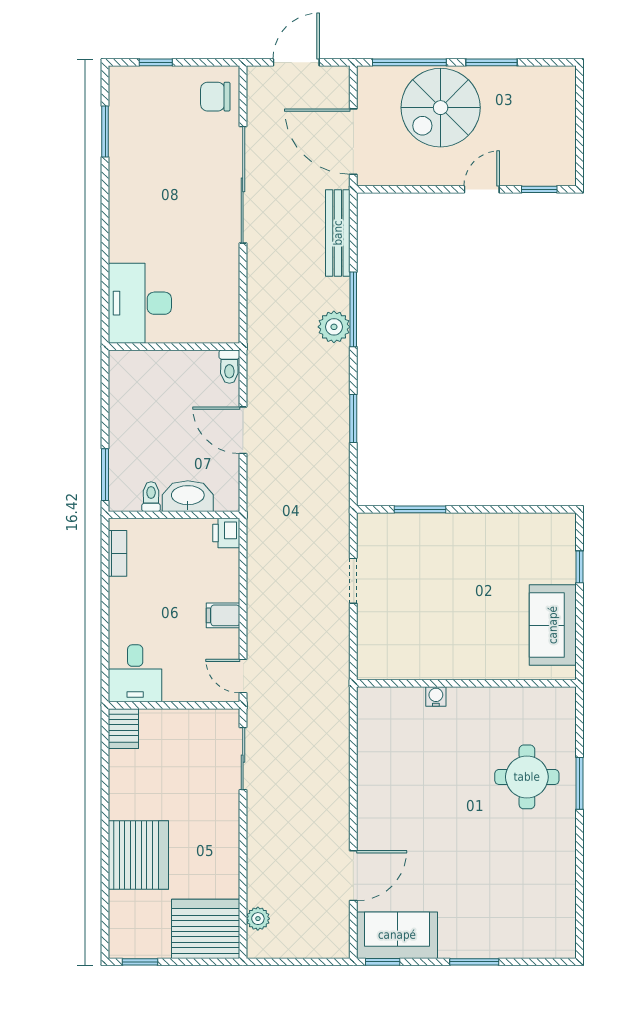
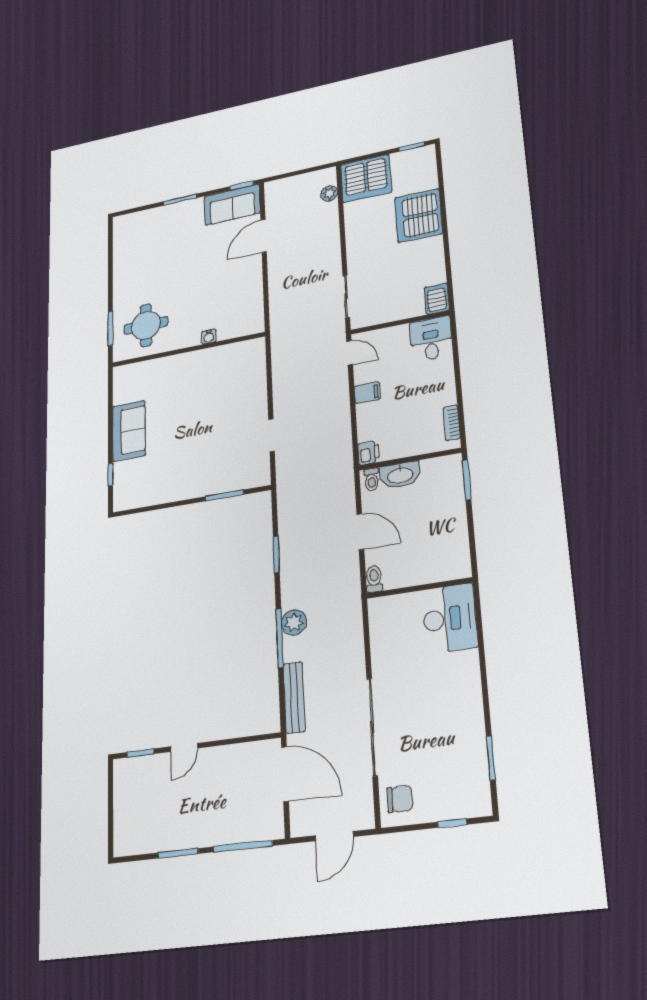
spiral stairs: (441, 108) -> (217, 811), removed
toilet: (151, 497) -> (372, 479), moved
wall: (466, 683) -> (188, 350), moved
water cooler: (436, 696) -> (209, 337), moved

